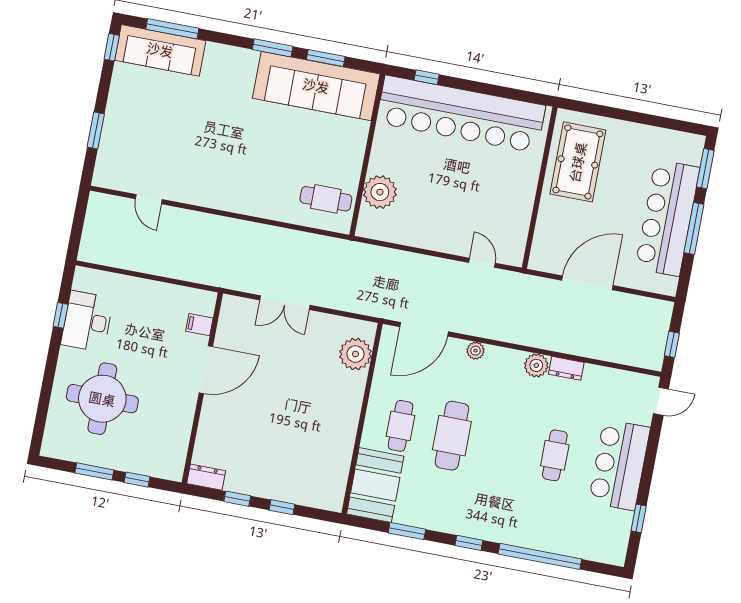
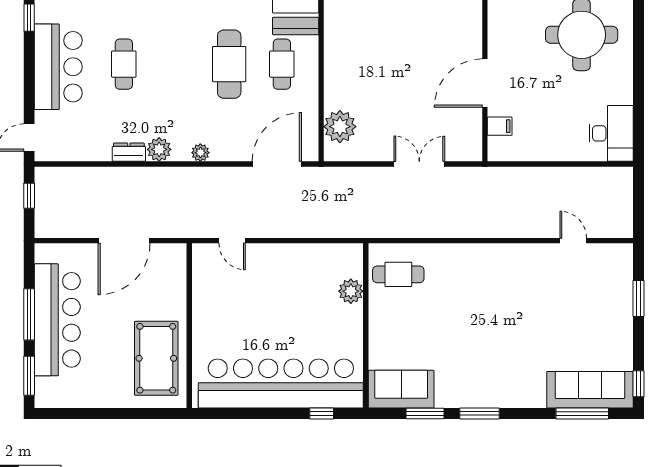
sofa: (316, 86) -> (401, 389), width x0.54, depth x0.79
plant: (380, 192) -> (351, 291), width x0.73, depth x0.73
window: (61, 315) -> (639, 109), removed
desk: (87, 321) -> (611, 133), moved
plant: (476, 351) -> (200, 153), moved

